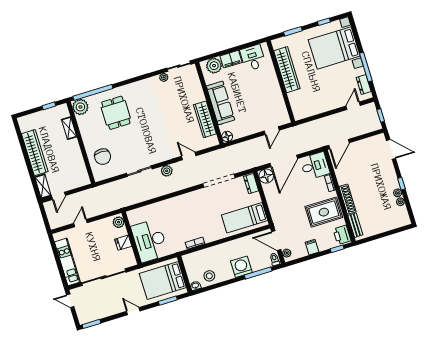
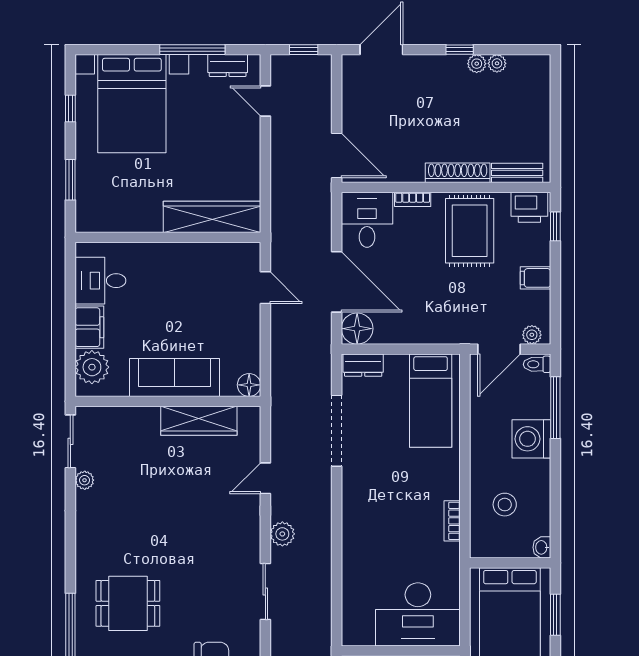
wardrobe: (287, 70) -> (212, 217), moved
stool: (209, 276) -> (505, 505), moved

